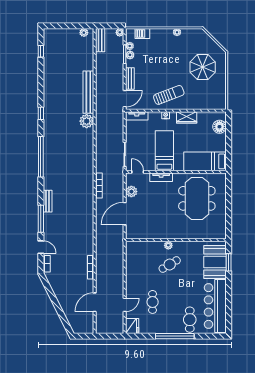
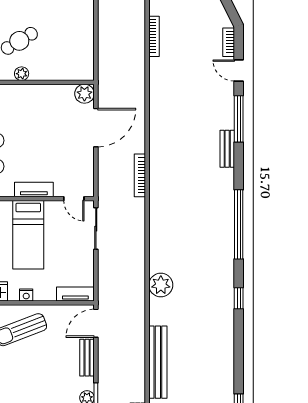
bench: (88, 92) -> (158, 362), moved
plant: (131, 192) -> (84, 94), moved

